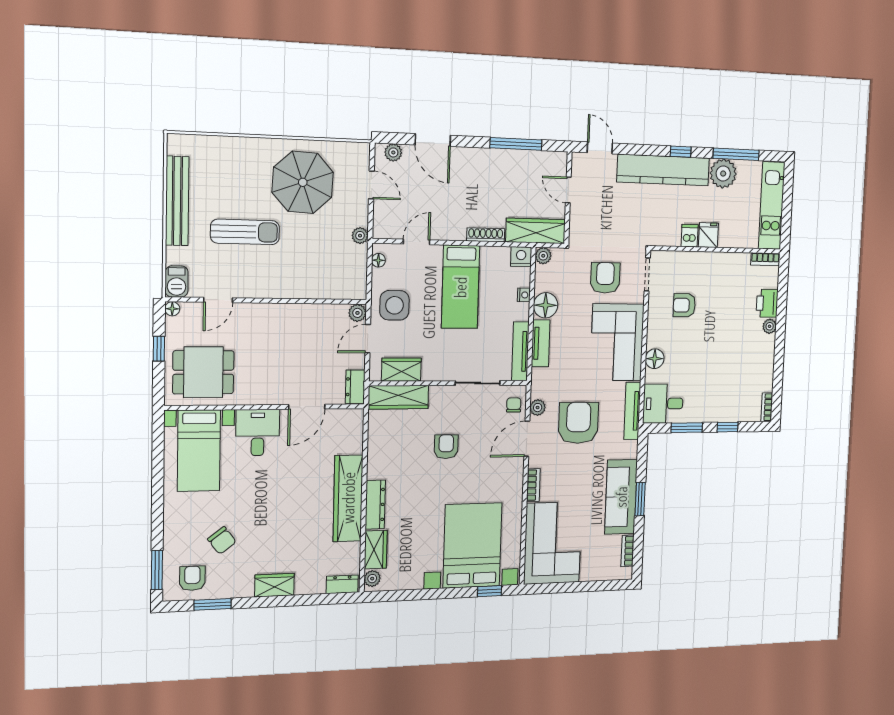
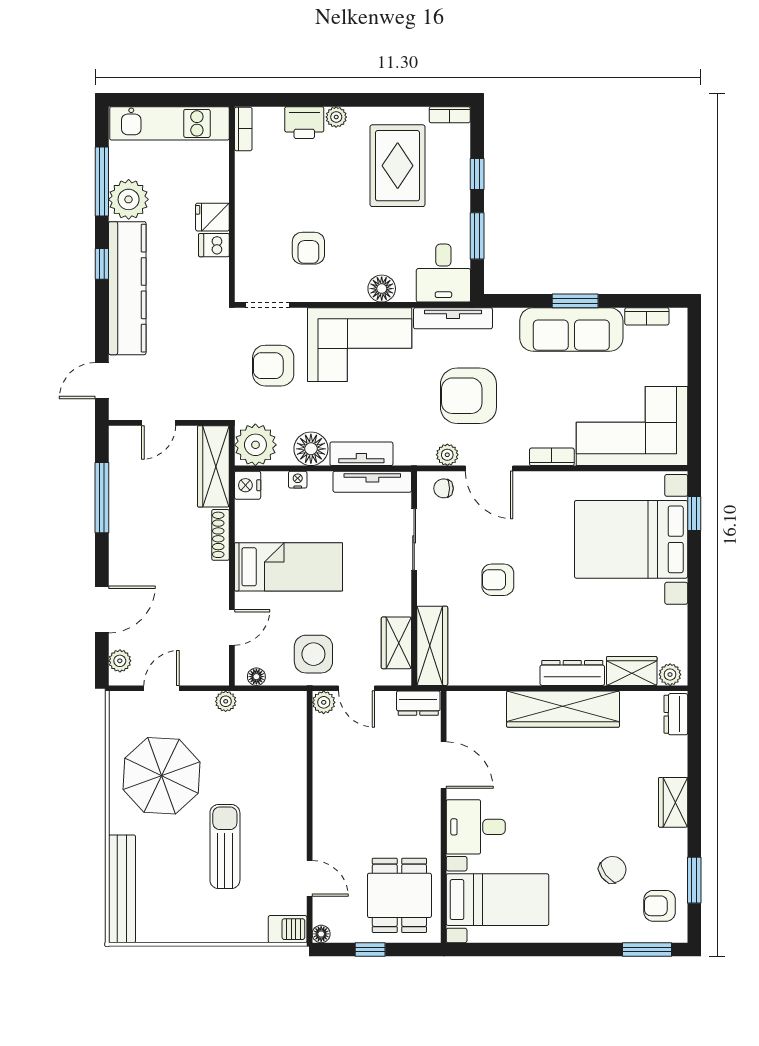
bench: (177, 201) -> (122, 889), moved, turned 90
door: (416, 242) -> (232, 627), swing flipped
plant: (543, 256) -> (255, 445), width x1.88, depth x1.88
rug: (736, 370) -> (398, 166), added

